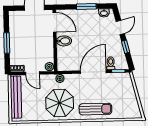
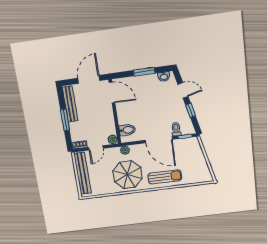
door: (120, 27) -> (183, 90), hinge flipped
bench: (14, 29) -> (70, 104), added
bidet: (64, 41) -> (127, 130), moved
door: (93, 72) -> (159, 140), swing flipped
door: (32, 73) -> (96, 148), hinge flipped

